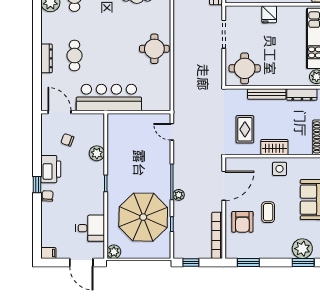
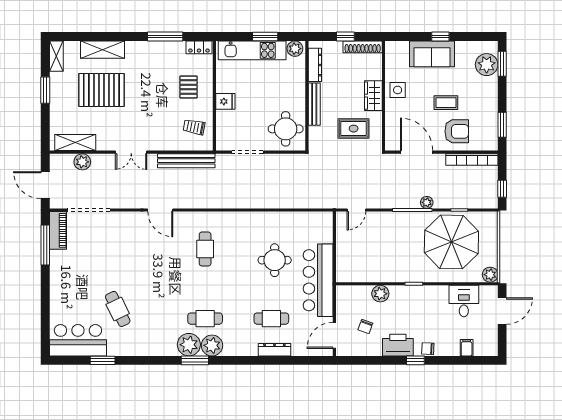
round table: (154, 49) -> (275, 260), moved
filing cabinet: (48, 253) -> (467, 348), moved

